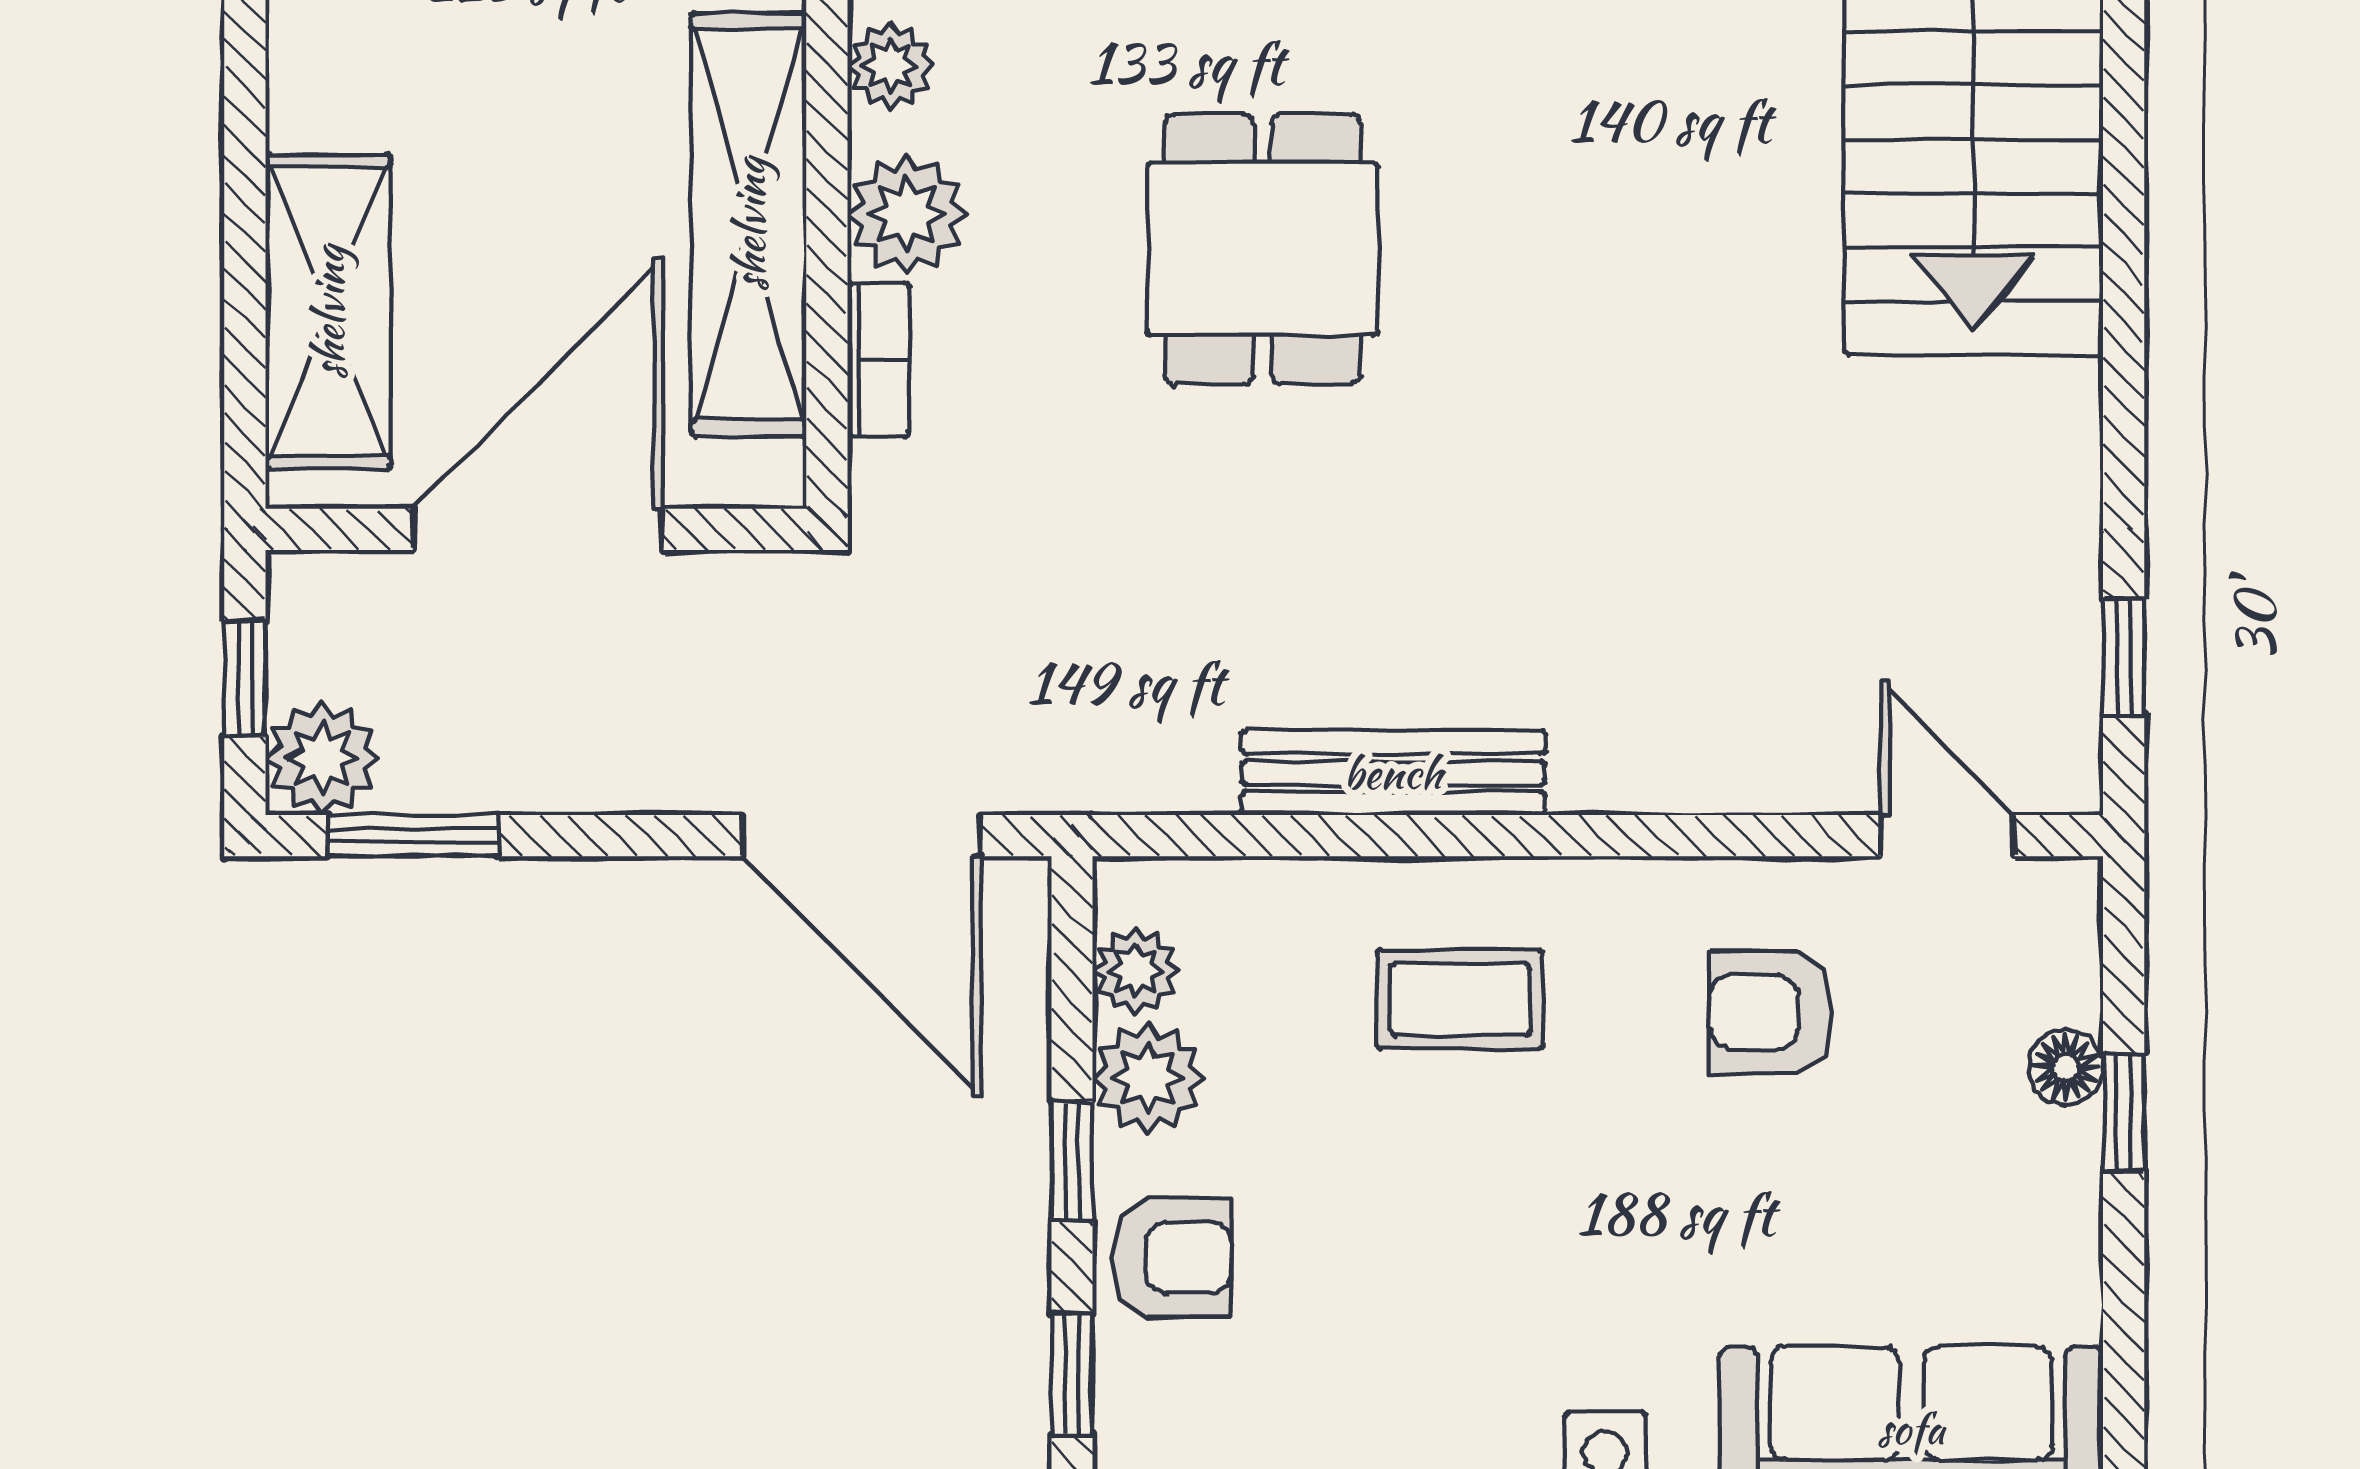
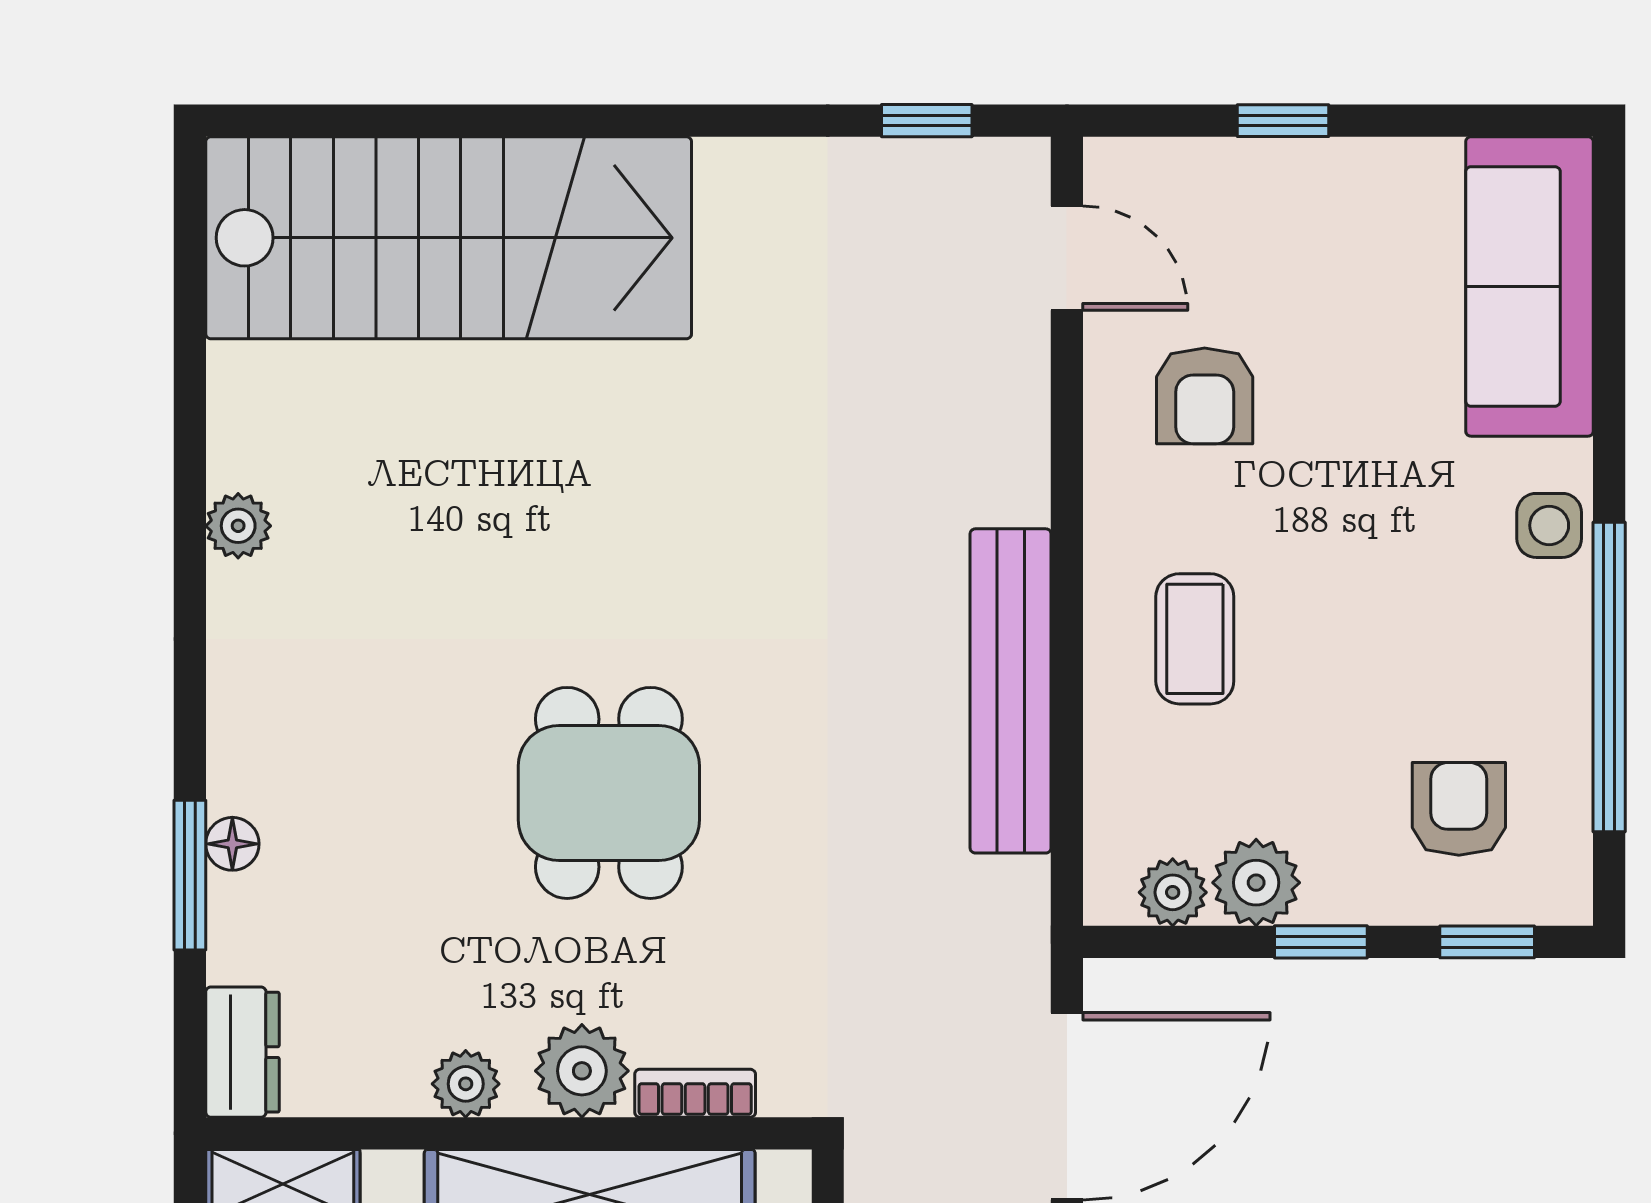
dining table: (1263, 249) -> (609, 793), turned 90
bench: (1393, 773) -> (1011, 691), width x1.37, depth x1.21
door: (1948, 836) -> (1067, 258), swing flipped
floor lamp: (2066, 1067) -> (1248, 166), removed
armchair: (1172, 1258) -> (1459, 809), moved

